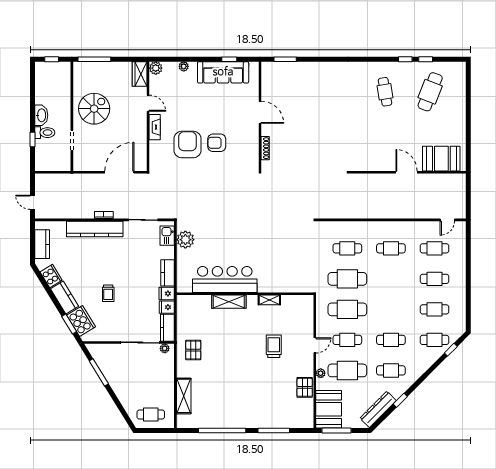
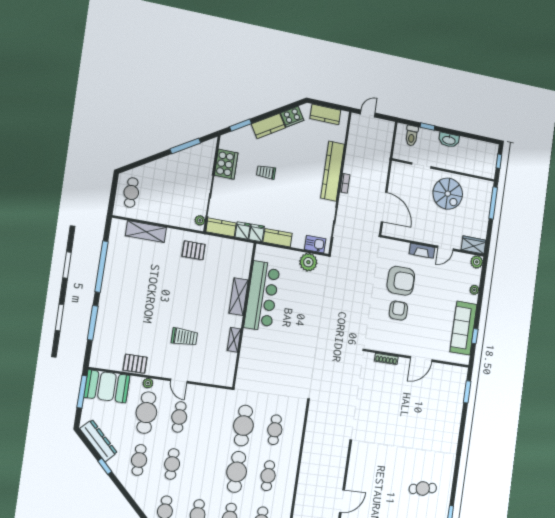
toilet: (45, 133) -> (412, 136), moved
cafe table: (347, 309) -> (237, 472), moved
cooker: (81, 321) -> (226, 164), moved, turned -58

